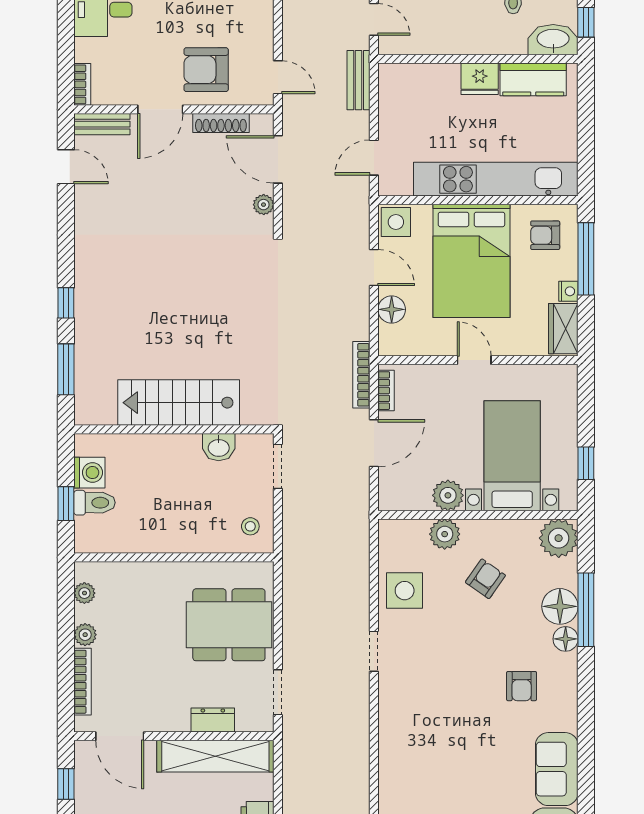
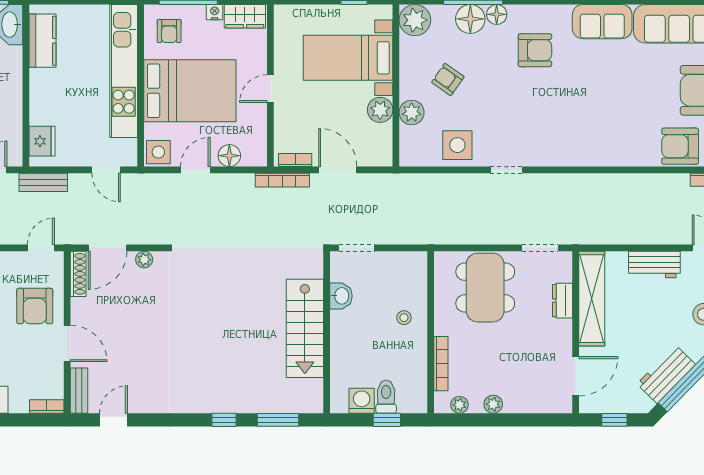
fridge: (480, 79) -> (42, 141), moved
shoe rack: (221, 123) -> (78, 274), moved
stool: (250, 526) -> (404, 318), moved
bookcase: (82, 682) -> (441, 364), moved, turned 90
armchair: (522, 686) -> (535, 50), width x1.38, depth x1.38

